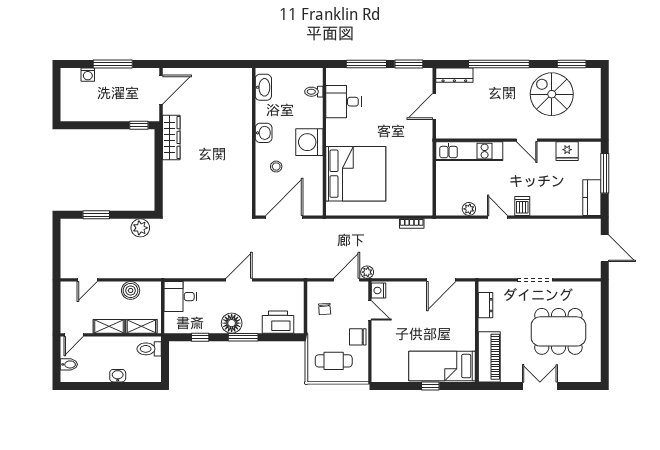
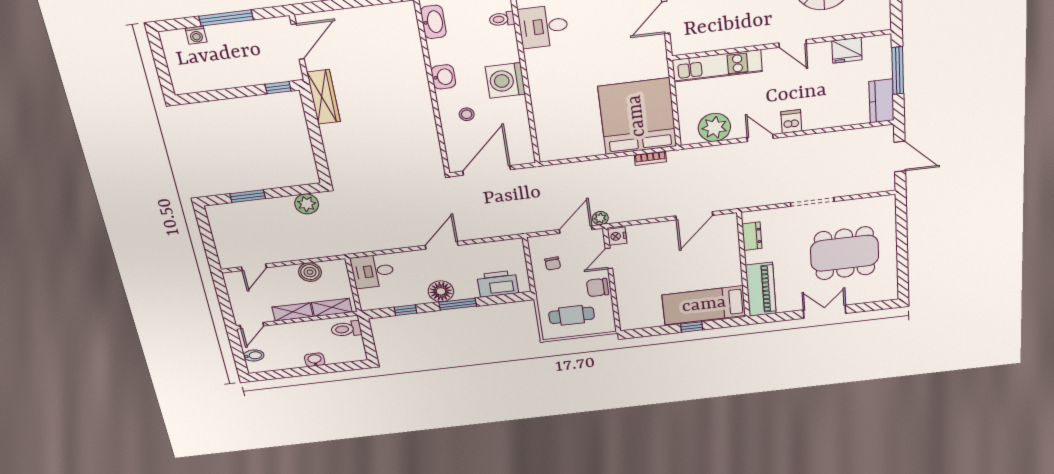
bed: (356, 174) -> (637, 116), moved, turned -90
plant: (469, 209) -> (714, 127), width x1.87, depth x1.87
door: (370, 310) -> (609, 258), swing flipped

